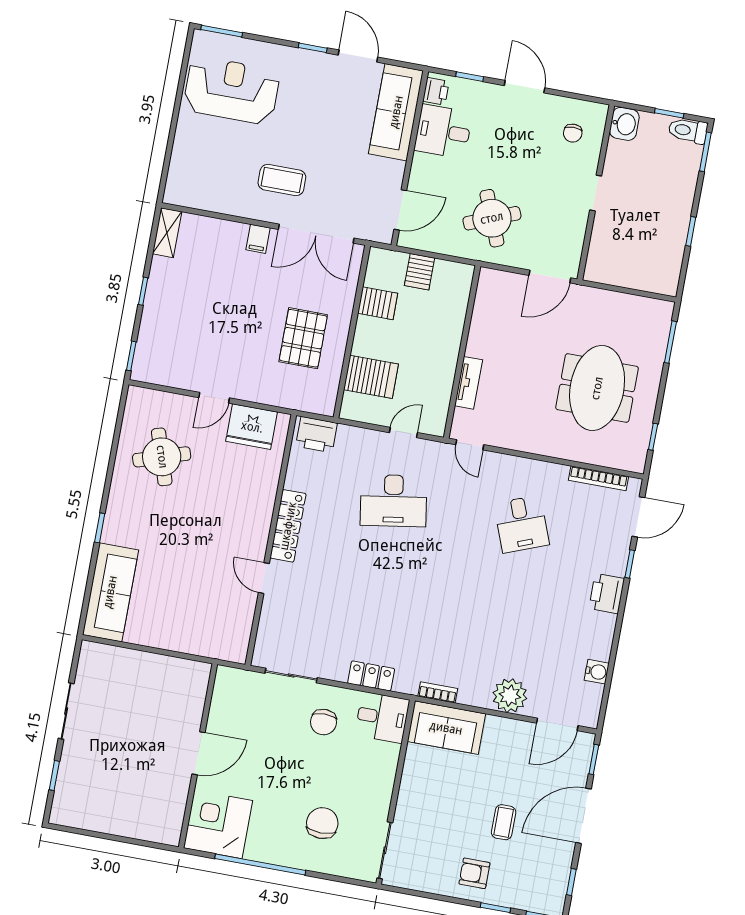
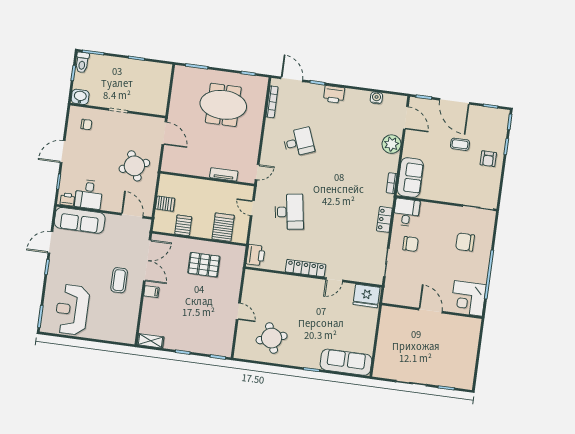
fridge: (252, 427) -> (367, 296), moved, turned 90

